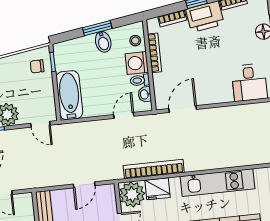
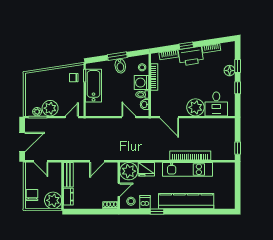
plant: (220, 91) -> (196, 107), added
bathtub: (69, 95) -> (93, 86), moved
door: (183, 109) -> (169, 117), swing flipped
door: (124, 115) -> (129, 117), hinge flipped
door: (40, 124) -> (72, 117), swing flipped
bookcase: (154, 169) -> (190, 156), moved

